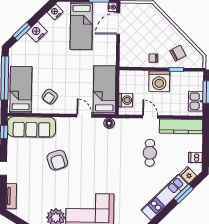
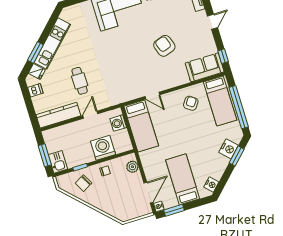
nightstand: (37, 32) -> (229, 149), moved
plant: (126, 54) -> (132, 167), added
washing machine: (159, 81) -> (103, 148), moved
kitchen sink: (196, 101) -> (58, 162), moved
door: (150, 117) -> (90, 115), swing flipped
floor lamp: (109, 123) -> (127, 96), removed
sofa: (31, 127) -> (205, 67), width x0.73

